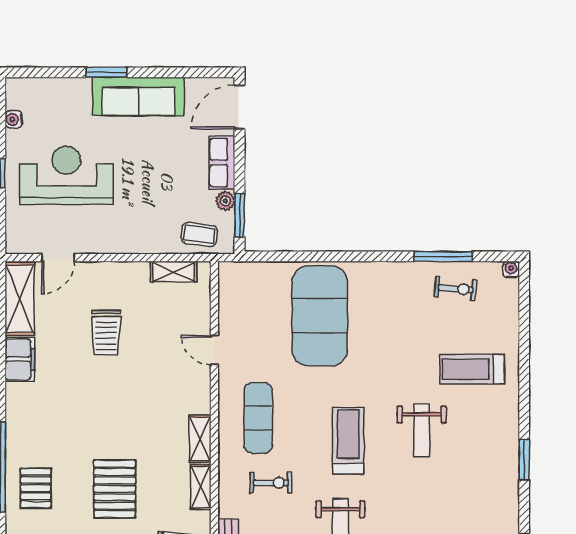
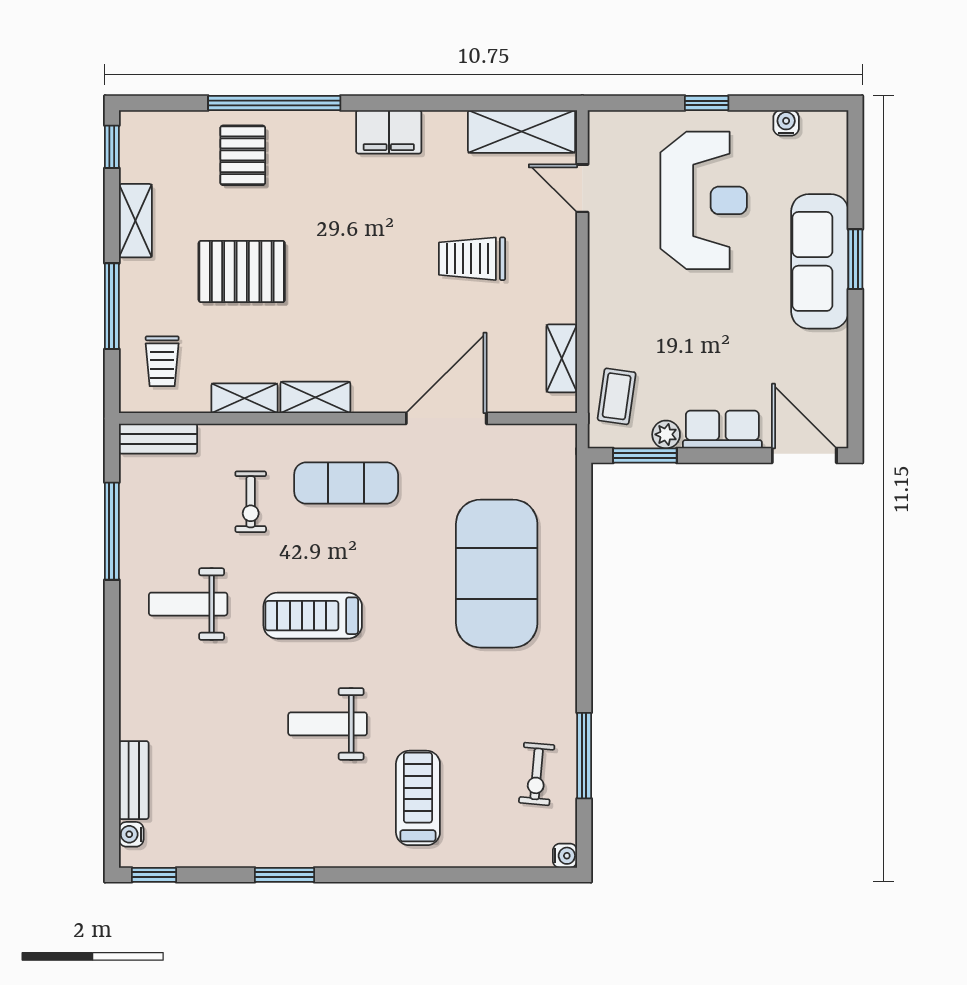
sofa: (139, 96) -> (820, 261), moved
exercise mat: (320, 316) -> (497, 574), turned 90
door: (214, 350) -> (446, 418), width x1.87
filing cabinet: (20, 359) -> (389, 132), moved
treadmill: (348, 441) -> (313, 616), turned 180
pallet: (36, 488) -> (243, 155), turned 90

